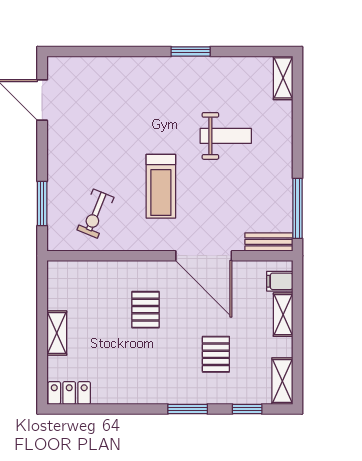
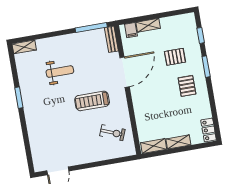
weight bench: (226, 136) -> (60, 72), turned 90
treadmill: (161, 186) -> (92, 101), turned 180
window: (42, 204) -> (112, 161), removed
pallet: (145, 310) -> (187, 86), moved, turned 90
shelving: (282, 381) -> (154, 146), moved

